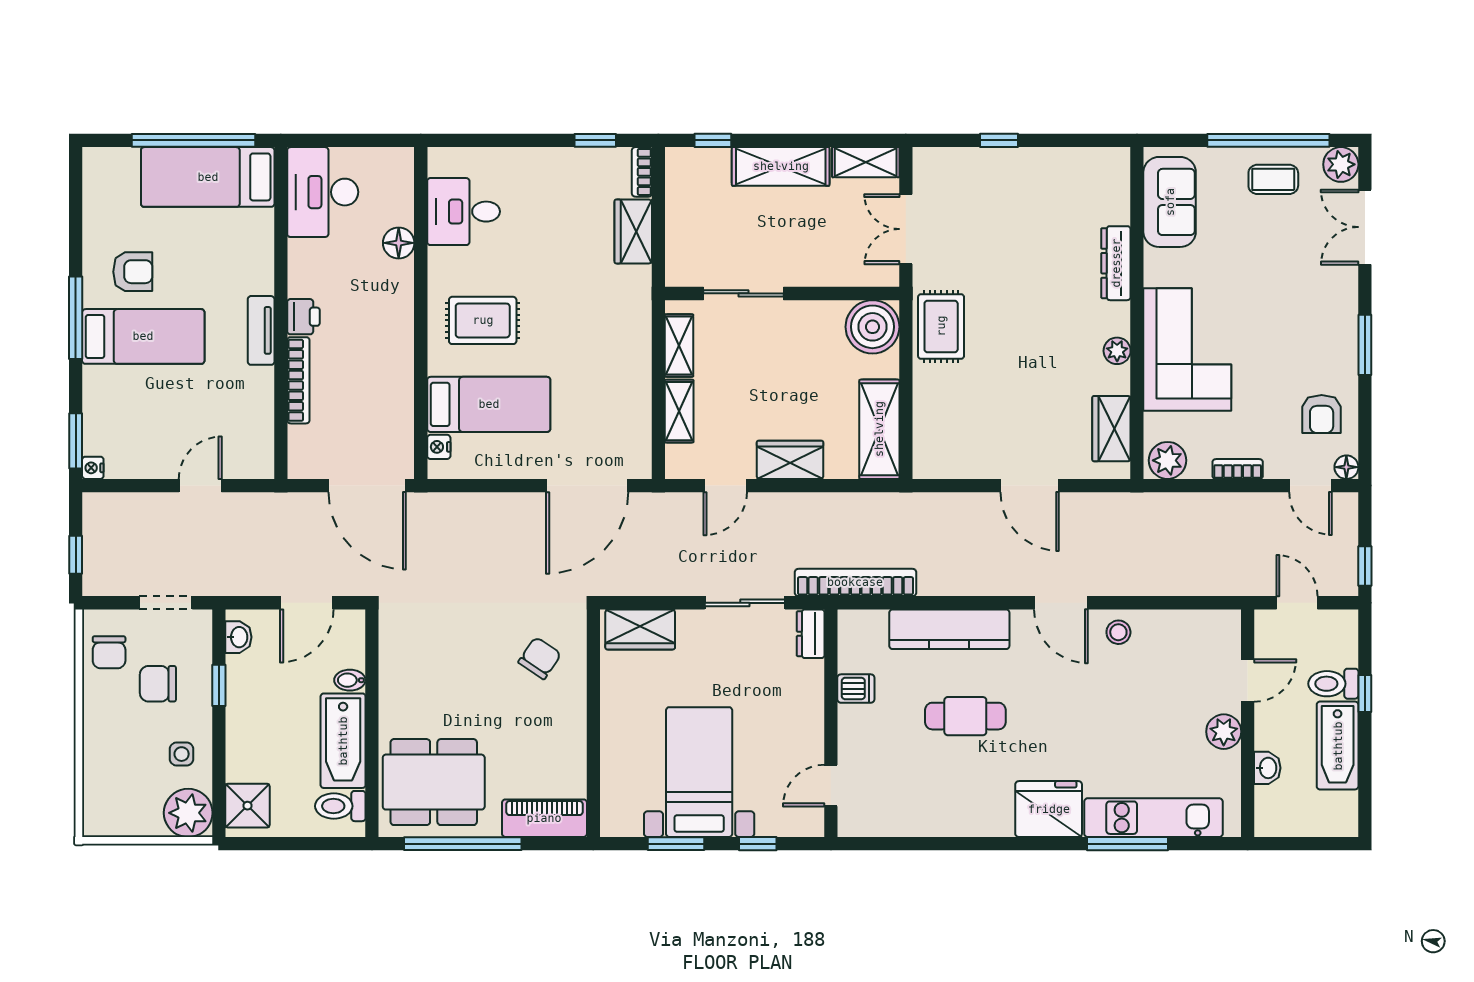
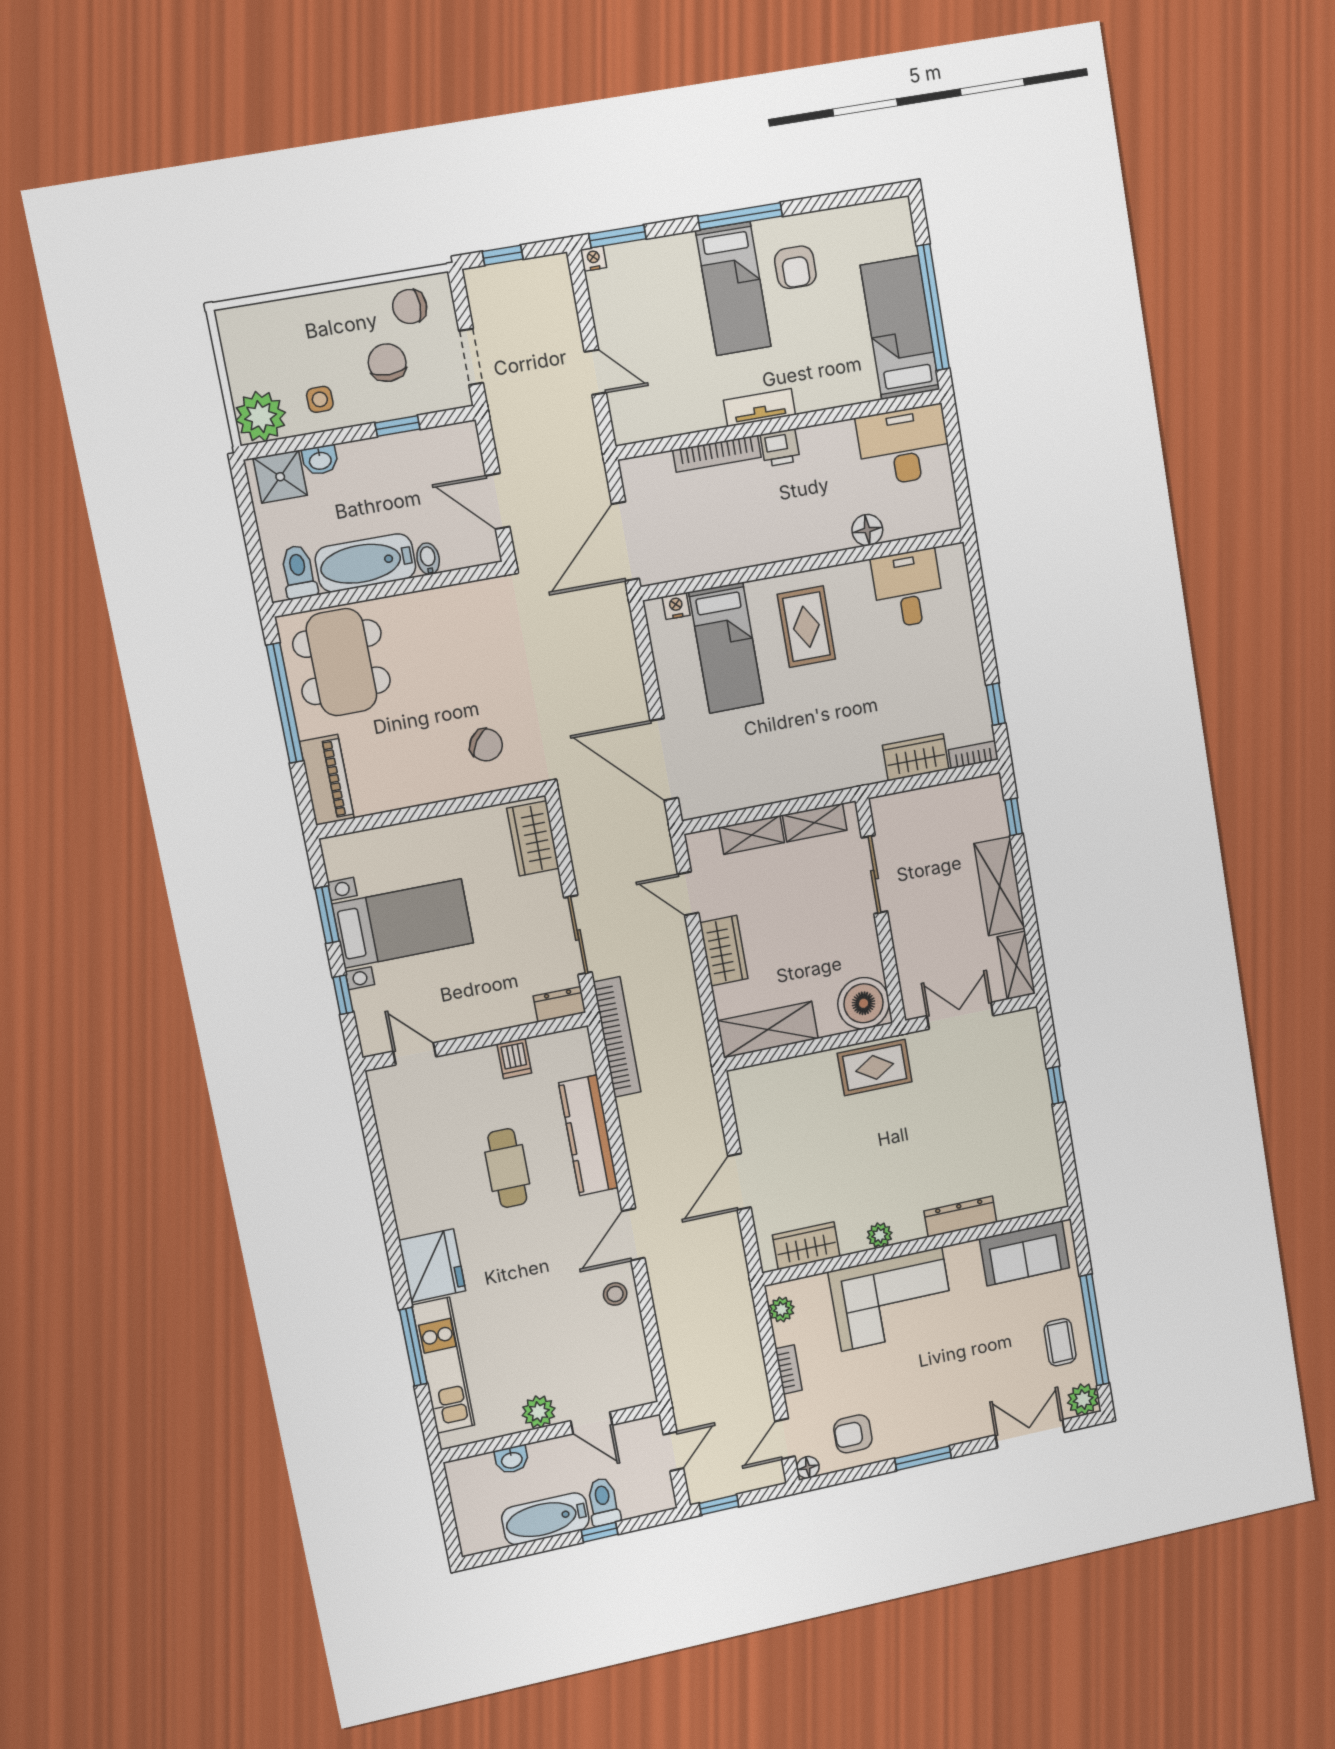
plant: (1167, 460) -> (782, 1309), width x0.73, depth x0.73
washbasin: (238, 637) -> (320, 460), moved

